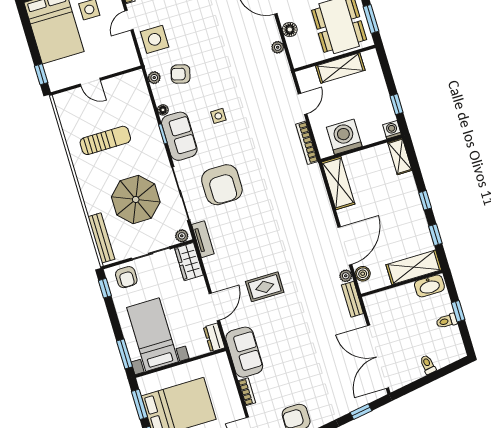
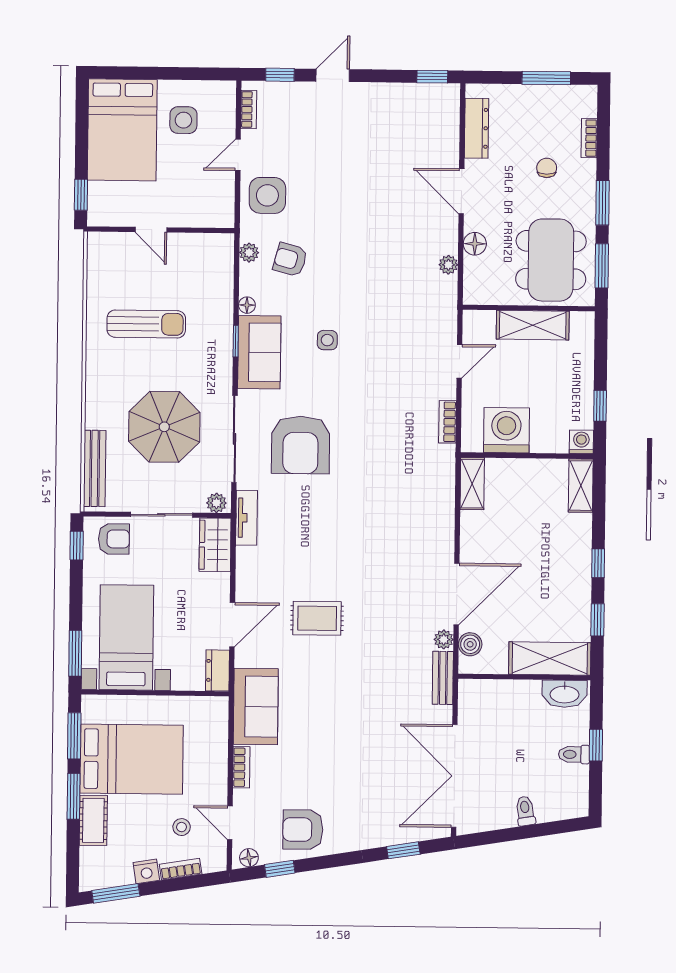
bookcase: (307, 143) -> (448, 422), width x0.64
shelving: (338, 183) -> (472, 484), width x0.67, depth x0.75
armchair: (126, 277) -> (114, 539), turned -90

